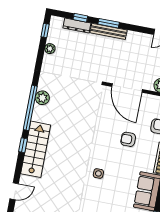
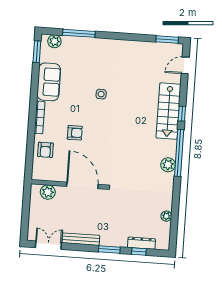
window: (45, 31) -> (173, 234), removed
bench: (109, 31) -> (81, 239), moved

